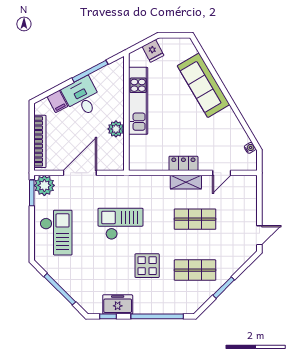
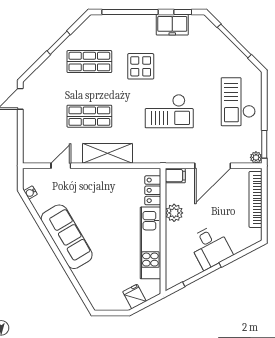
sofa: (204, 85) -> (67, 237), moved
filing cabinet: (57, 101) -> (175, 176), moved, turned 118
locker: (183, 163) -> (153, 190), moved, turned 90
shelving: (186, 182) -> (107, 153), width x1.50, depth x1.33
plant: (44, 185) -> (256, 157), width x0.53, depth x0.53

